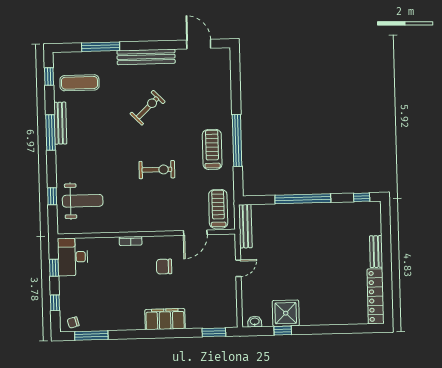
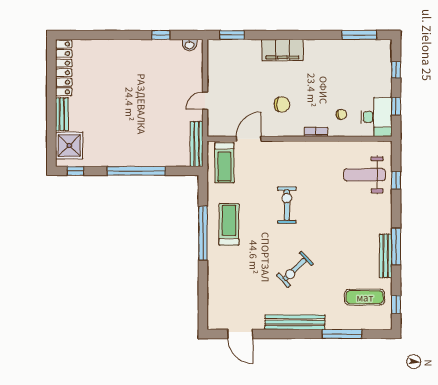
treadmill: (212, 149) -> (229, 224), turned 180
exercise bike: (157, 170) -> (287, 205), turned 90
shower: (286, 313) -> (69, 146), moved
chair: (73, 322) -> (341, 114), moved

